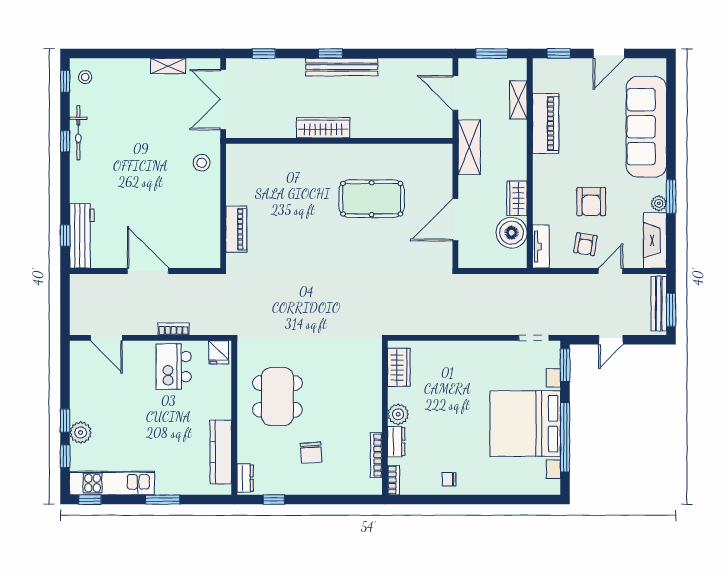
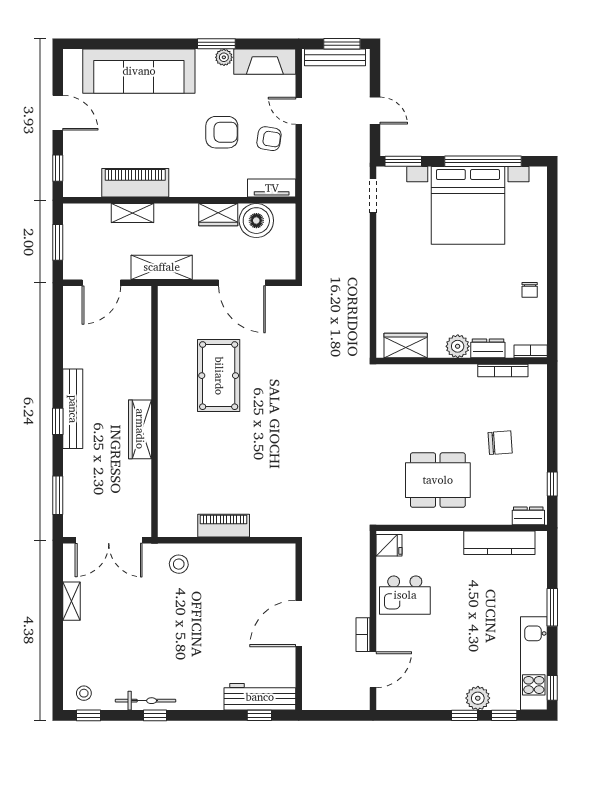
window: (264, 53) -> (58, 495), width x1.50
shelving: (518, 100) -> (132, 213), moved
piano: (236, 229) -> (224, 526), moved
bookcase: (174, 329) -> (363, 635), moved

